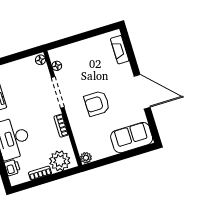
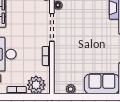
armchair: (97, 103) -> (82, 47), removed
plant: (86, 158) -> (71, 89), moved

